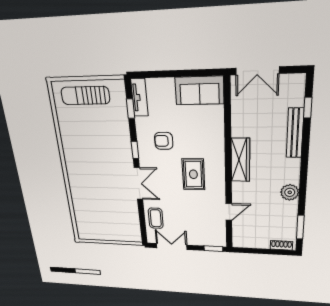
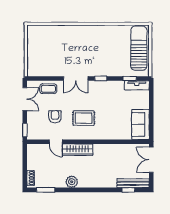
sun lounger: (85, 96) -> (139, 48), width x1.36, depth x1.34
bench: (295, 133) -> (133, 183), moved
armchair: (164, 141) -> (55, 117), moved
wardrobe: (240, 160) -> (77, 150), moved

